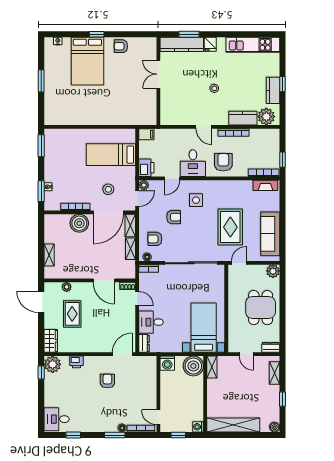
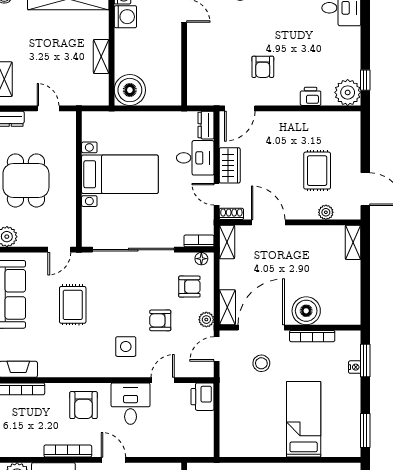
filing cabinet: (146, 134) -> (202, 448), removed
bed: (111, 155) -> (304, 419), moved, turned -90
plant: (144, 185) -> (206, 320), moved
rug: (230, 227) -> (73, 305), width x0.73, depth x0.70
shelving: (131, 249) -> (227, 242), moved
shelving: (49, 255) -> (353, 242), moved
bed with nightstands: (204, 328) -> (120, 174), moved, turned -90
wardrobe: (51, 341) -> (230, 165), moved, turned 180
washing machine: (167, 363) -> (125, 17), moved, turned 90
shelving: (212, 367) -> (101, 56), moved

